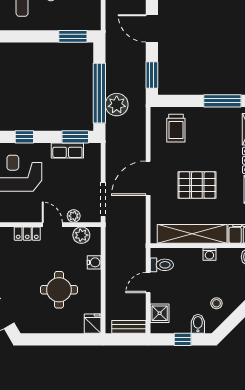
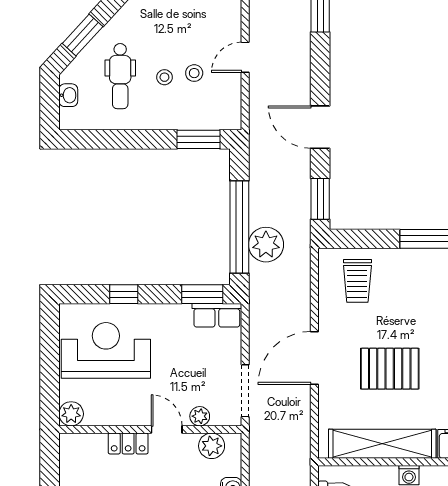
row of seats: (67, 150) -> (217, 315), moved

